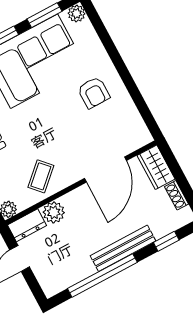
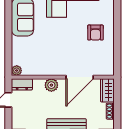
coffee table: (41, 176) -> (43, 62), removed
plant: (54, 212) -> (51, 85), moved

